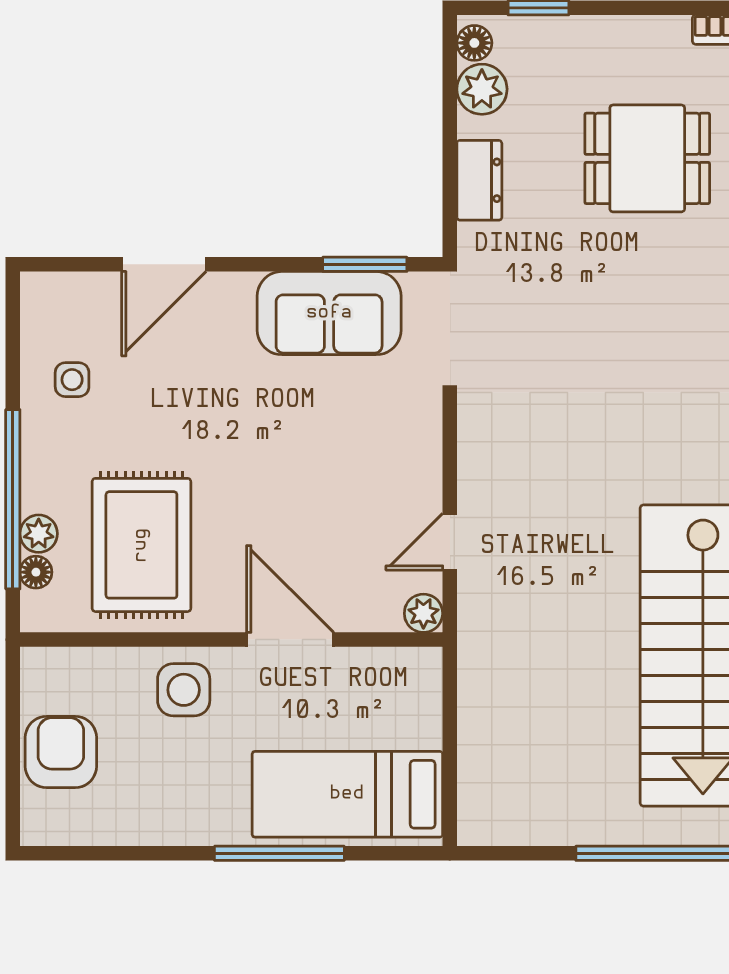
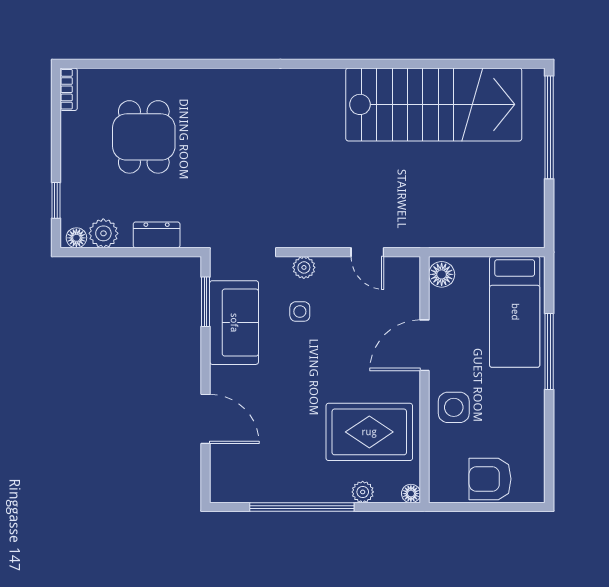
side table: (72, 380) -> (300, 312), moved
window: (13, 499) -> (302, 507), moved
floor lamp: (36, 572) -> (411, 494), moved
plant: (423, 613) -> (304, 267), moved
floor lamp: (412, 669) -> (442, 274), added

